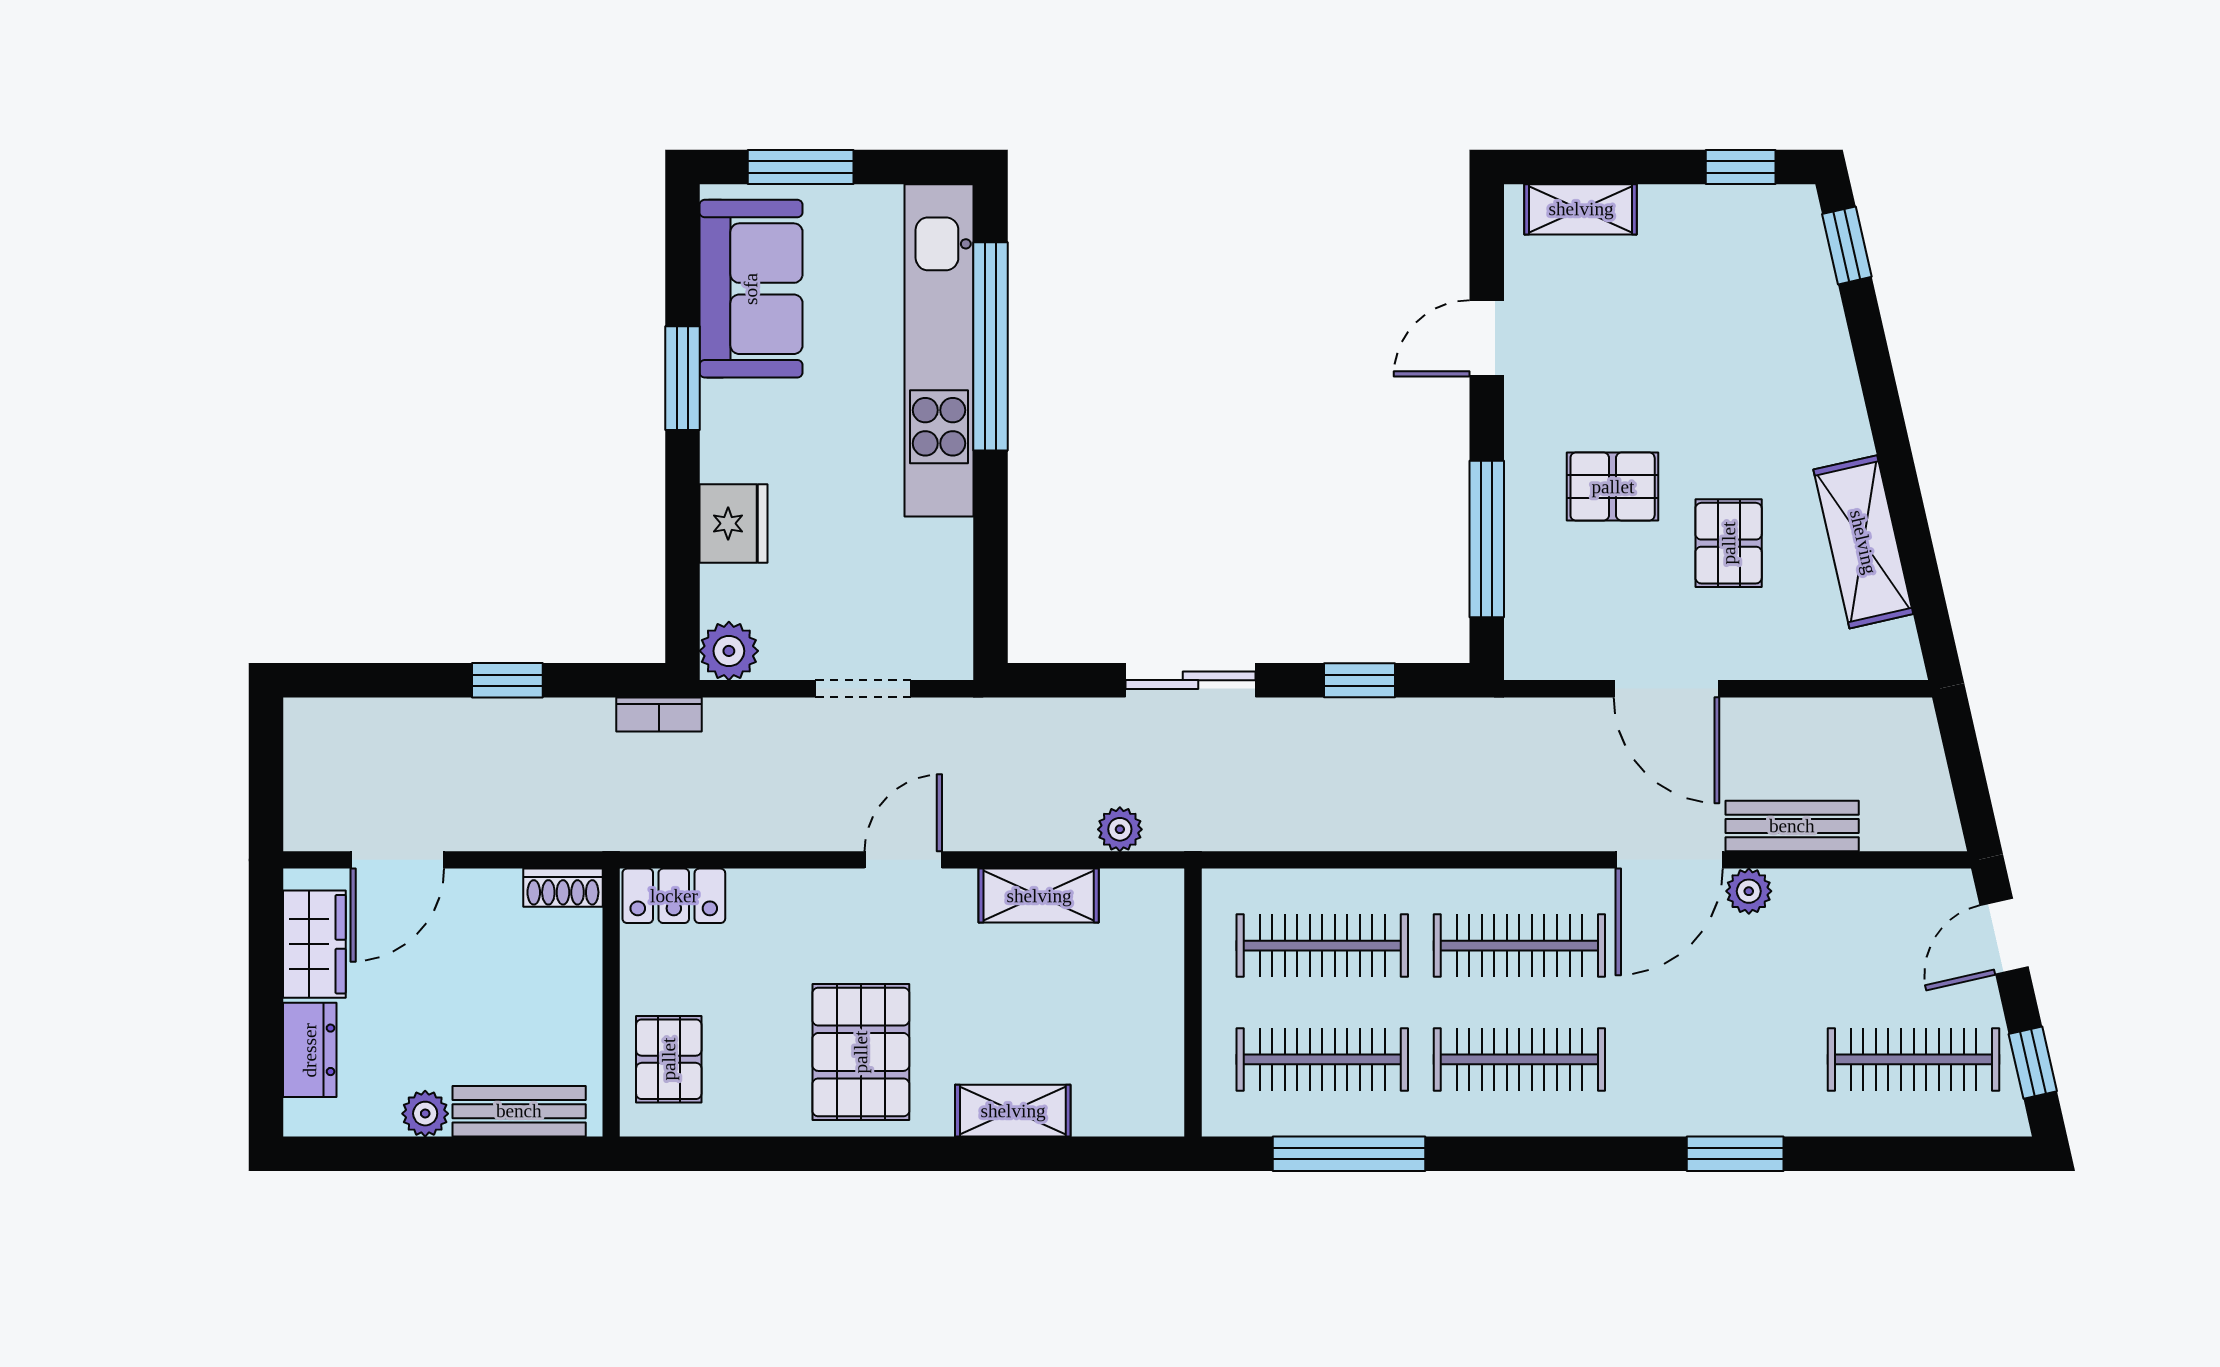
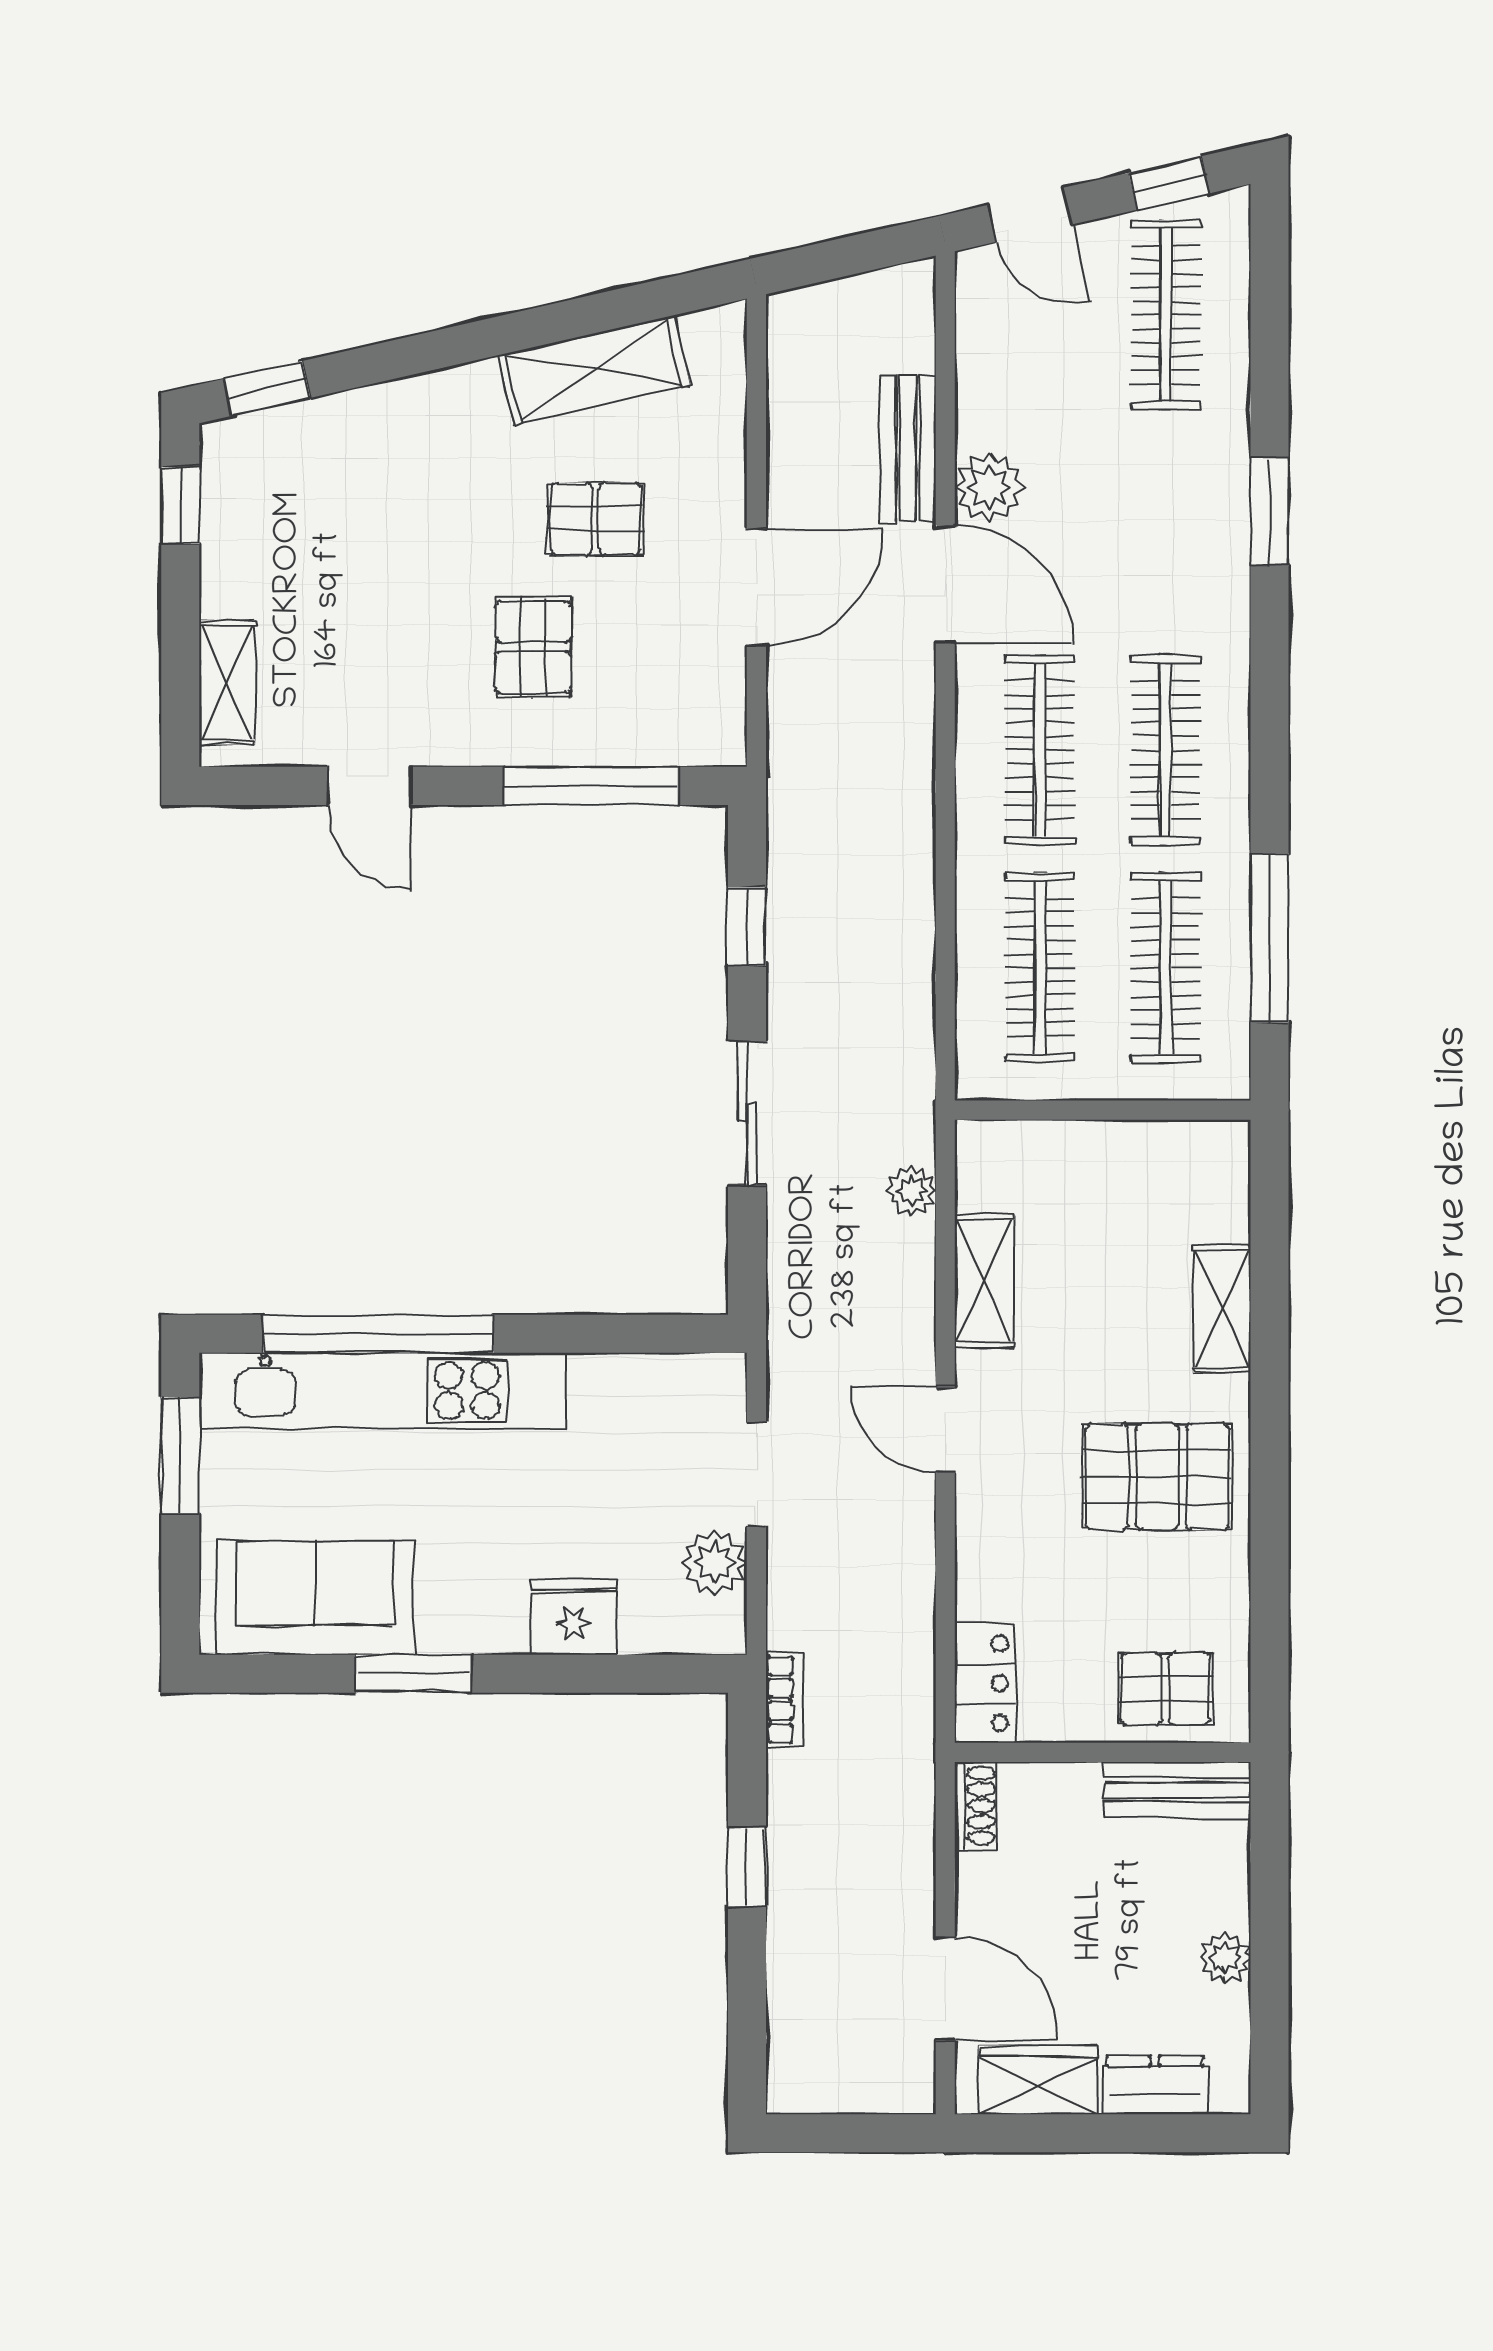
window: (801, 167) -> (180, 1455), moved
plant: (729, 651) -> (715, 1563), moved
plant: (1749, 891) -> (989, 487), width x1.38, depth x1.38
bench: (519, 1111) -> (1177, 1790), moved, turned 90

